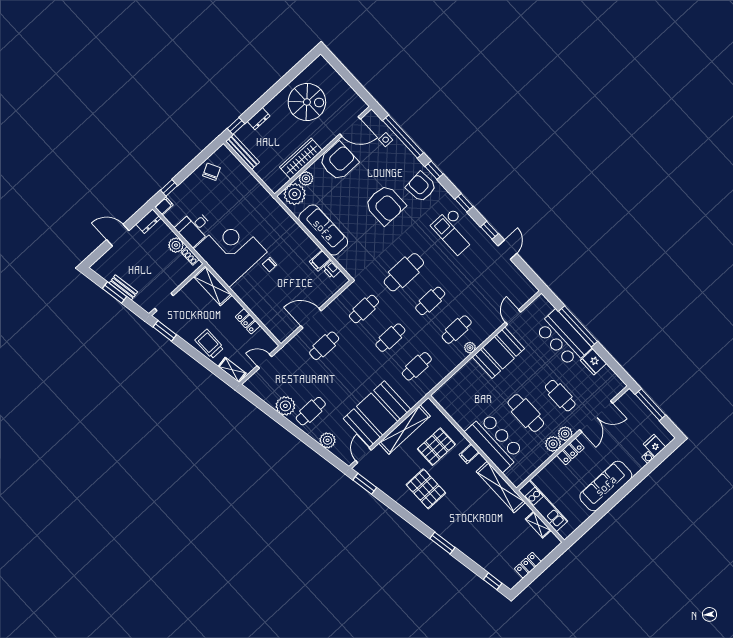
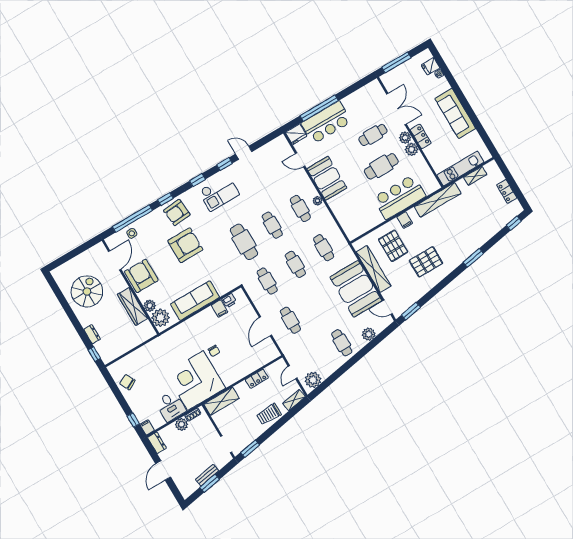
bench: (243, 152) -> (116, 353), removed
fridge: (593, 362) -> (296, 134), moved
plant: (285, 406) -> (313, 380), moved

